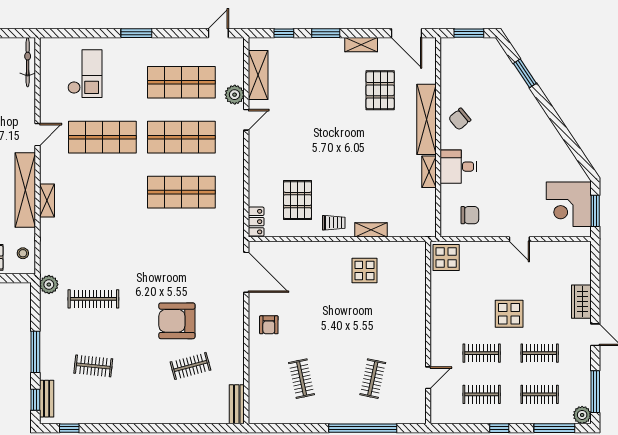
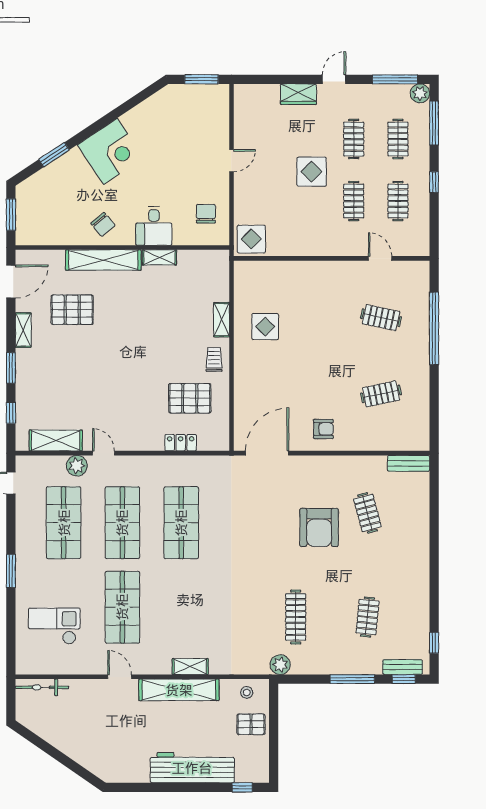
corner desk: (569, 204) -> (110, 151), moved, turned -34
locker: (256, 222) -> (181, 443), moved

